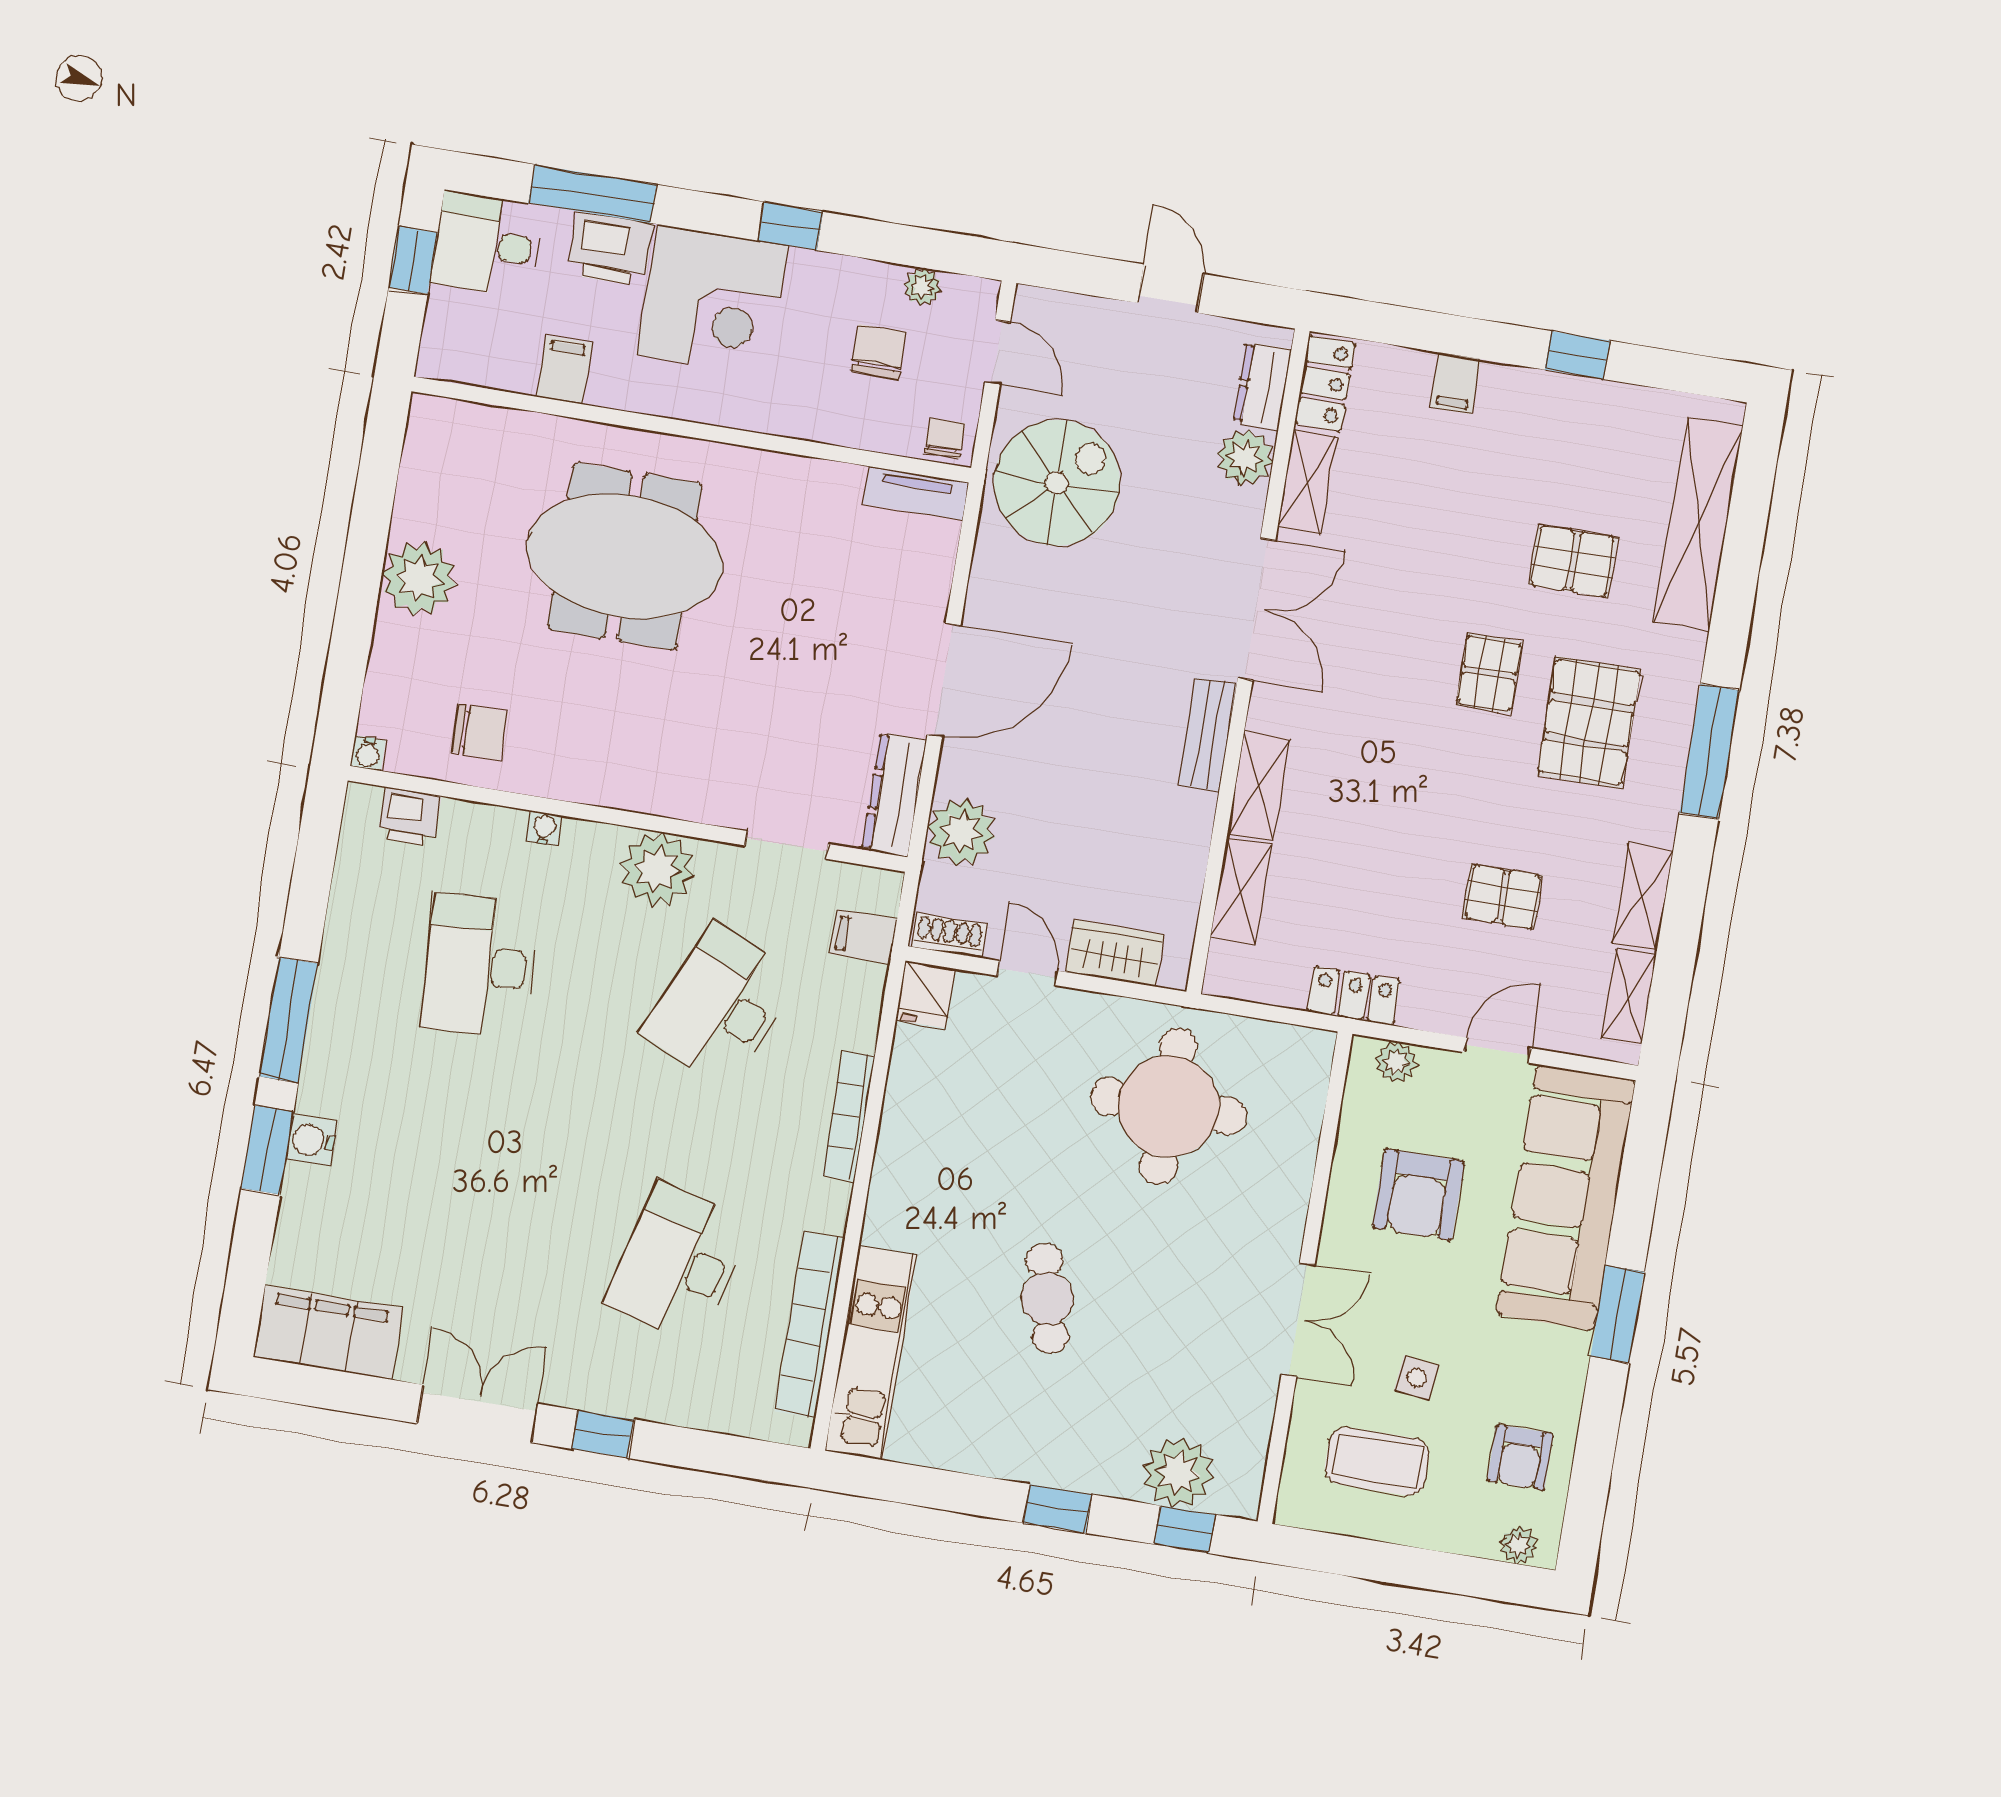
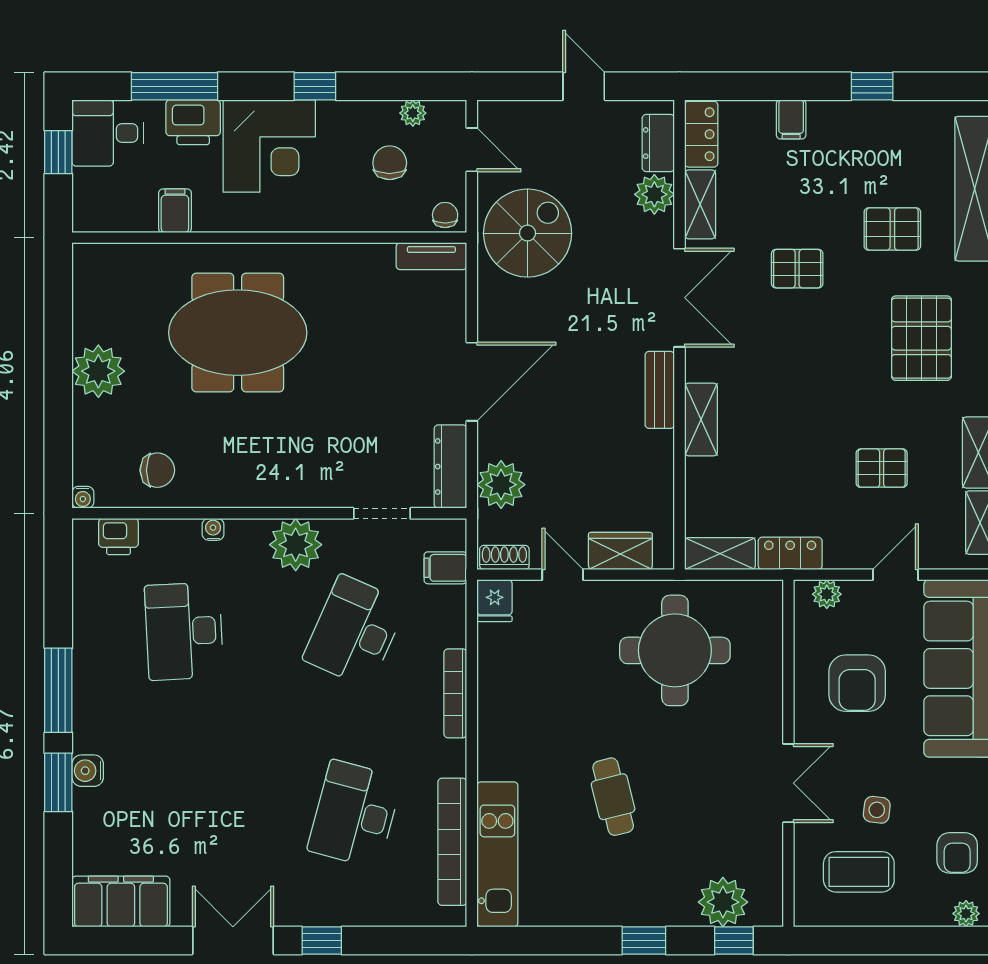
pallet: (1489, 673) -> (797, 269), moved, turned 90
shelving: (1241, 891) -> (720, 554), moved, turned 90

